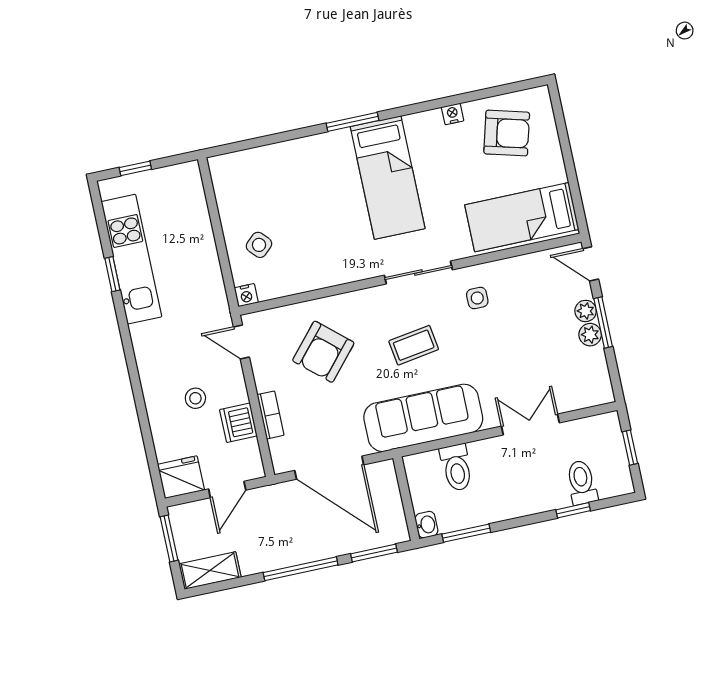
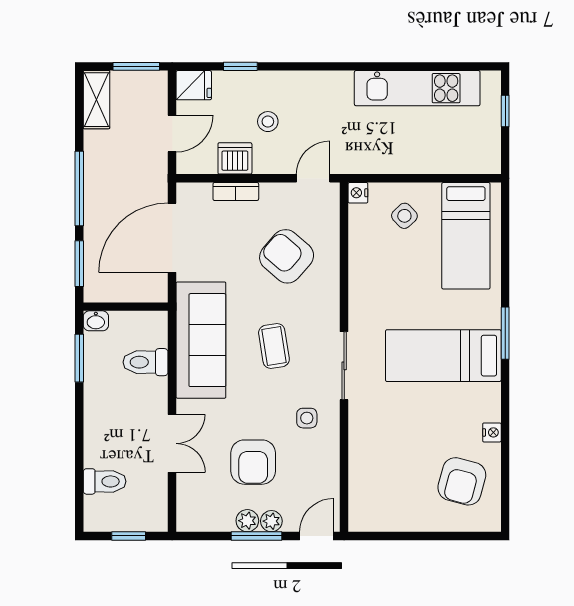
bed: (522, 217) -> (466, 236), moved, turned 180
window: (112, 274) -> (240, 66), moved
armchair: (532, 341) -> (253, 462), added
fridge: (181, 477) -> (194, 85), width x0.72
door: (227, 489) -> (172, 133), swing flipped
window: (573, 510) -> (79, 467), removed

